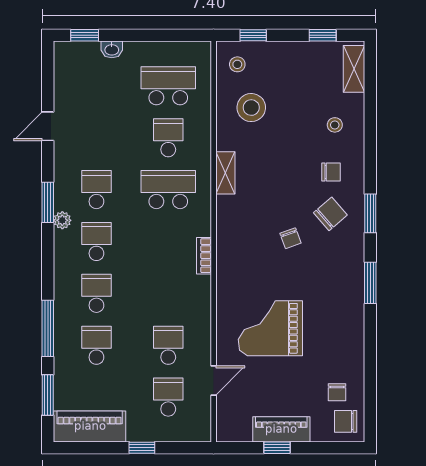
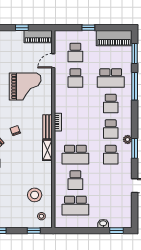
shelving: (225, 173) -> (47, 150), moved
bench: (225, 246) -> (47, 127), added
school desk: (96, 345) -> (111, 78), width x1.85
piano: (281, 429) -> (38, 37), moved

